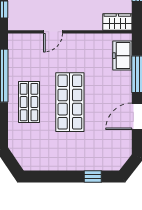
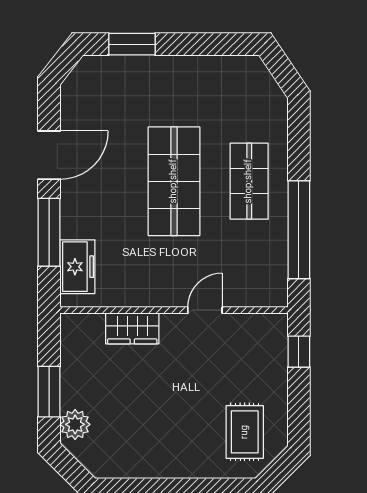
wardrobe: (117, 22) -> (132, 328), moved
window: (93, 177) -> (132, 44), width x1.50

